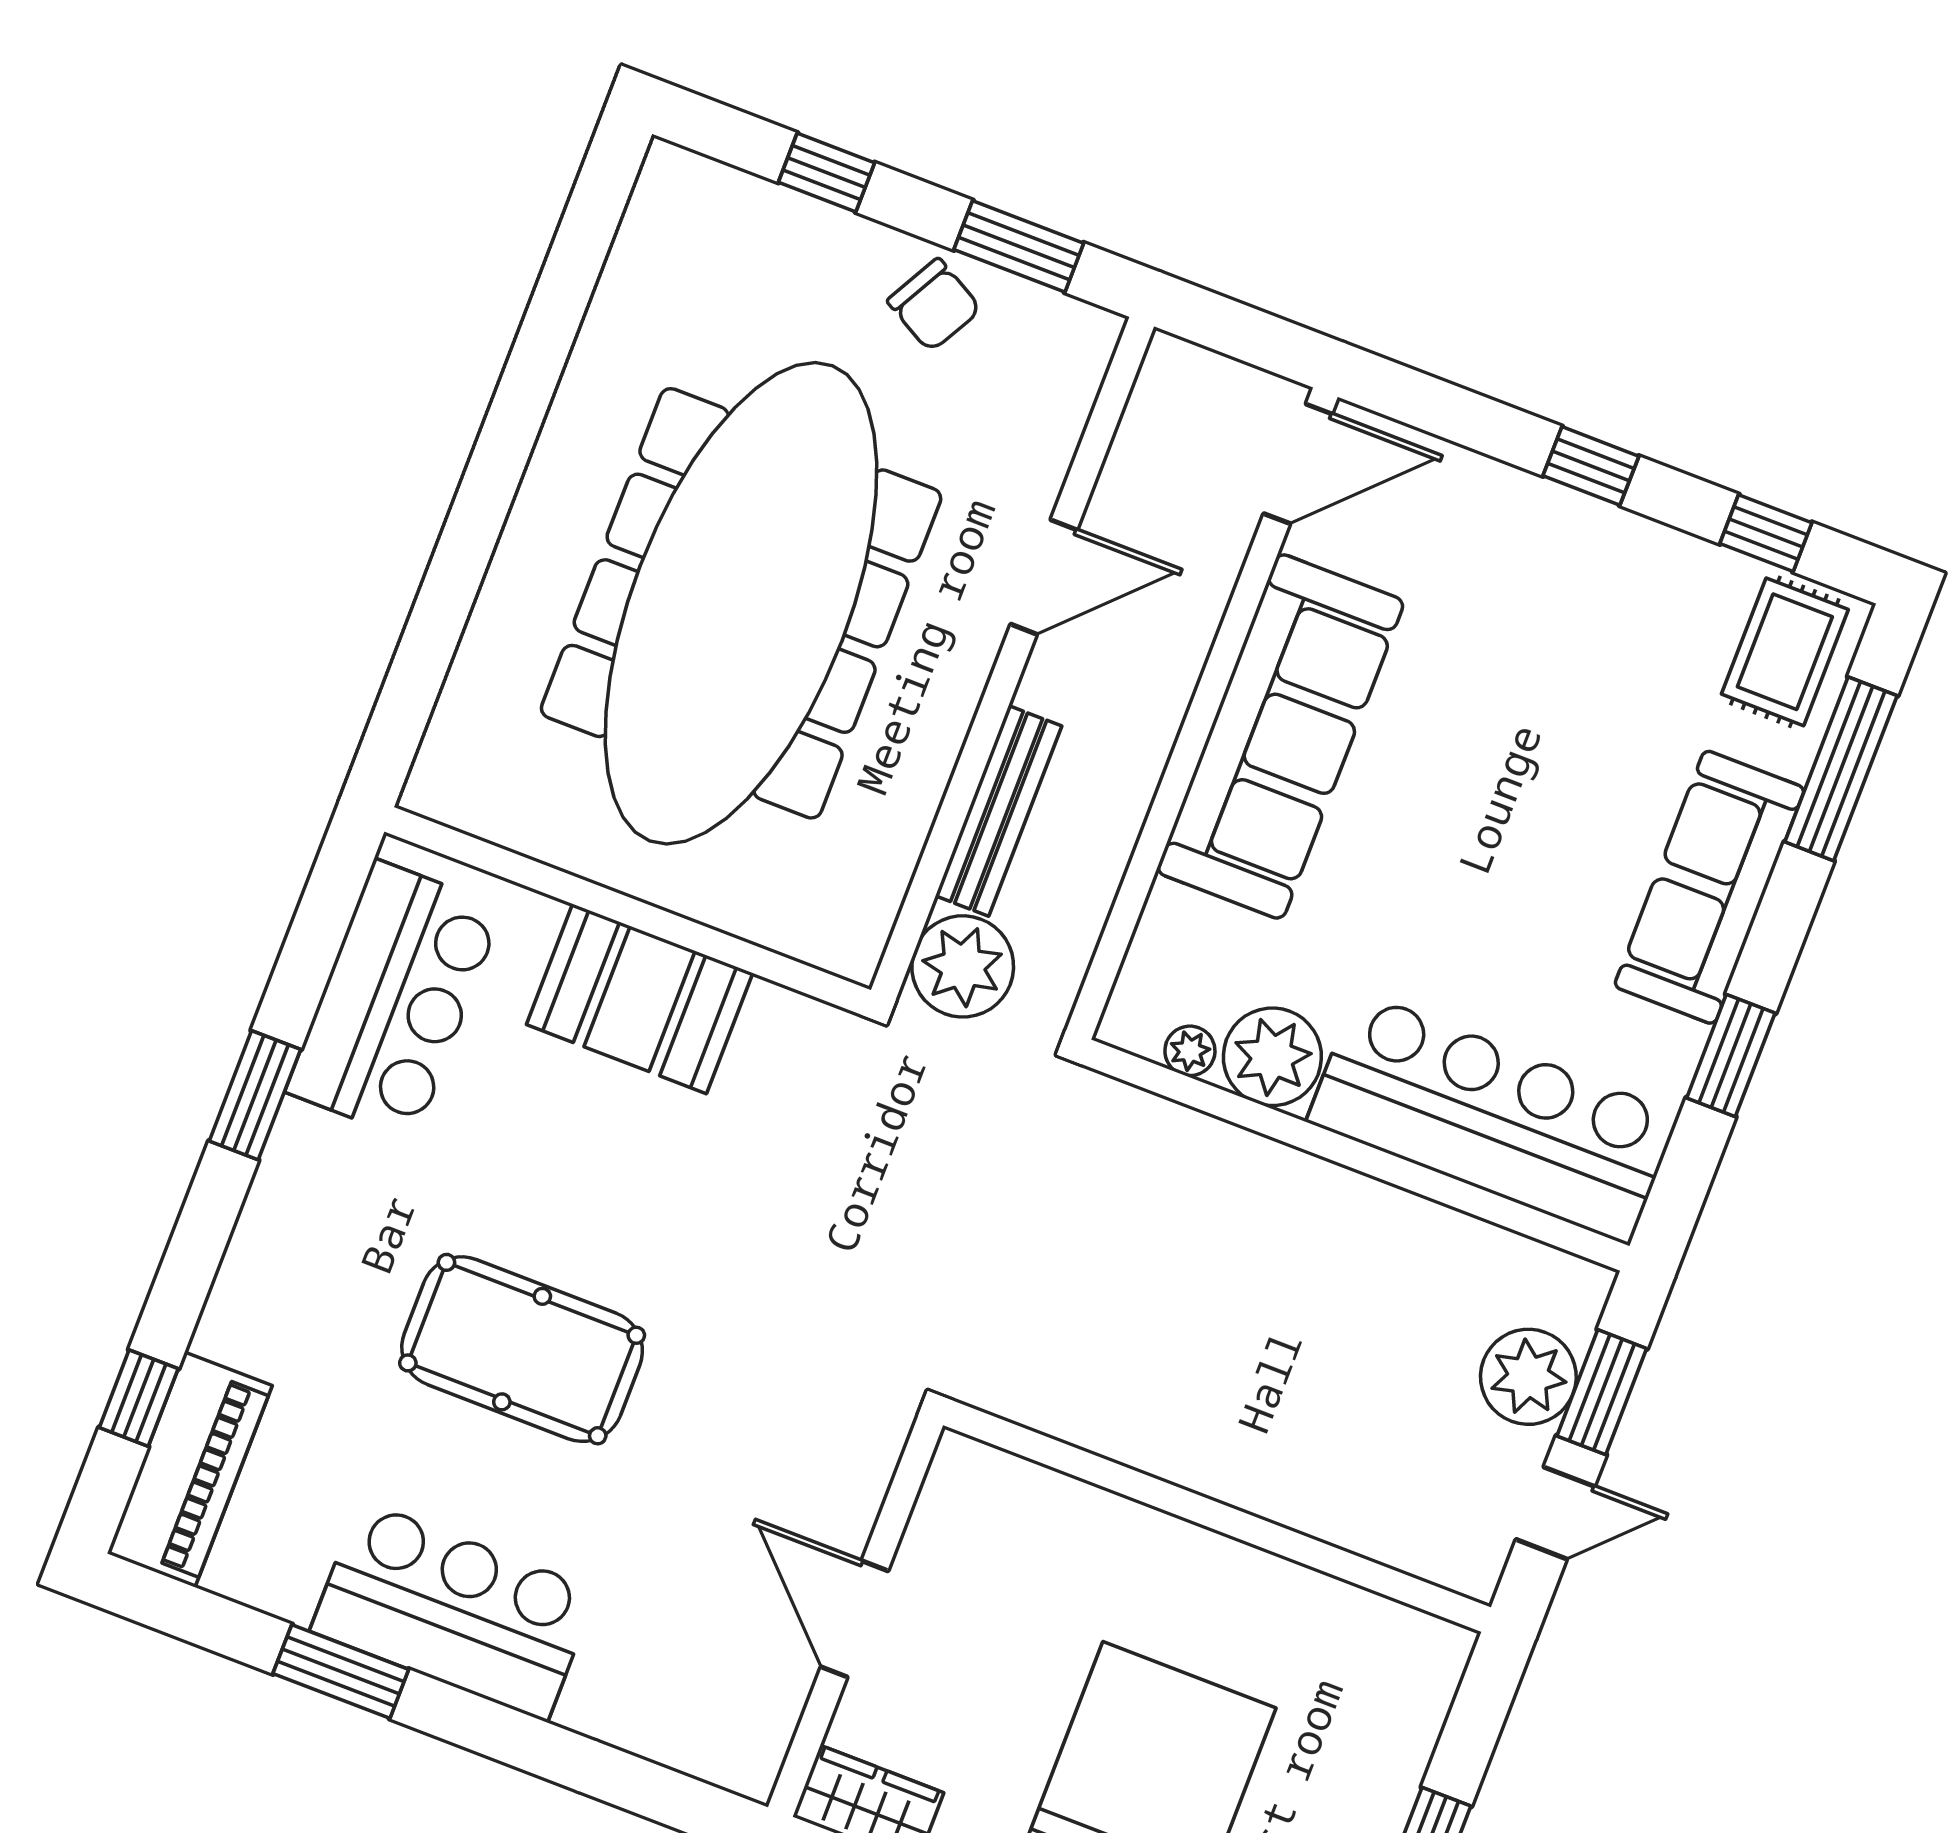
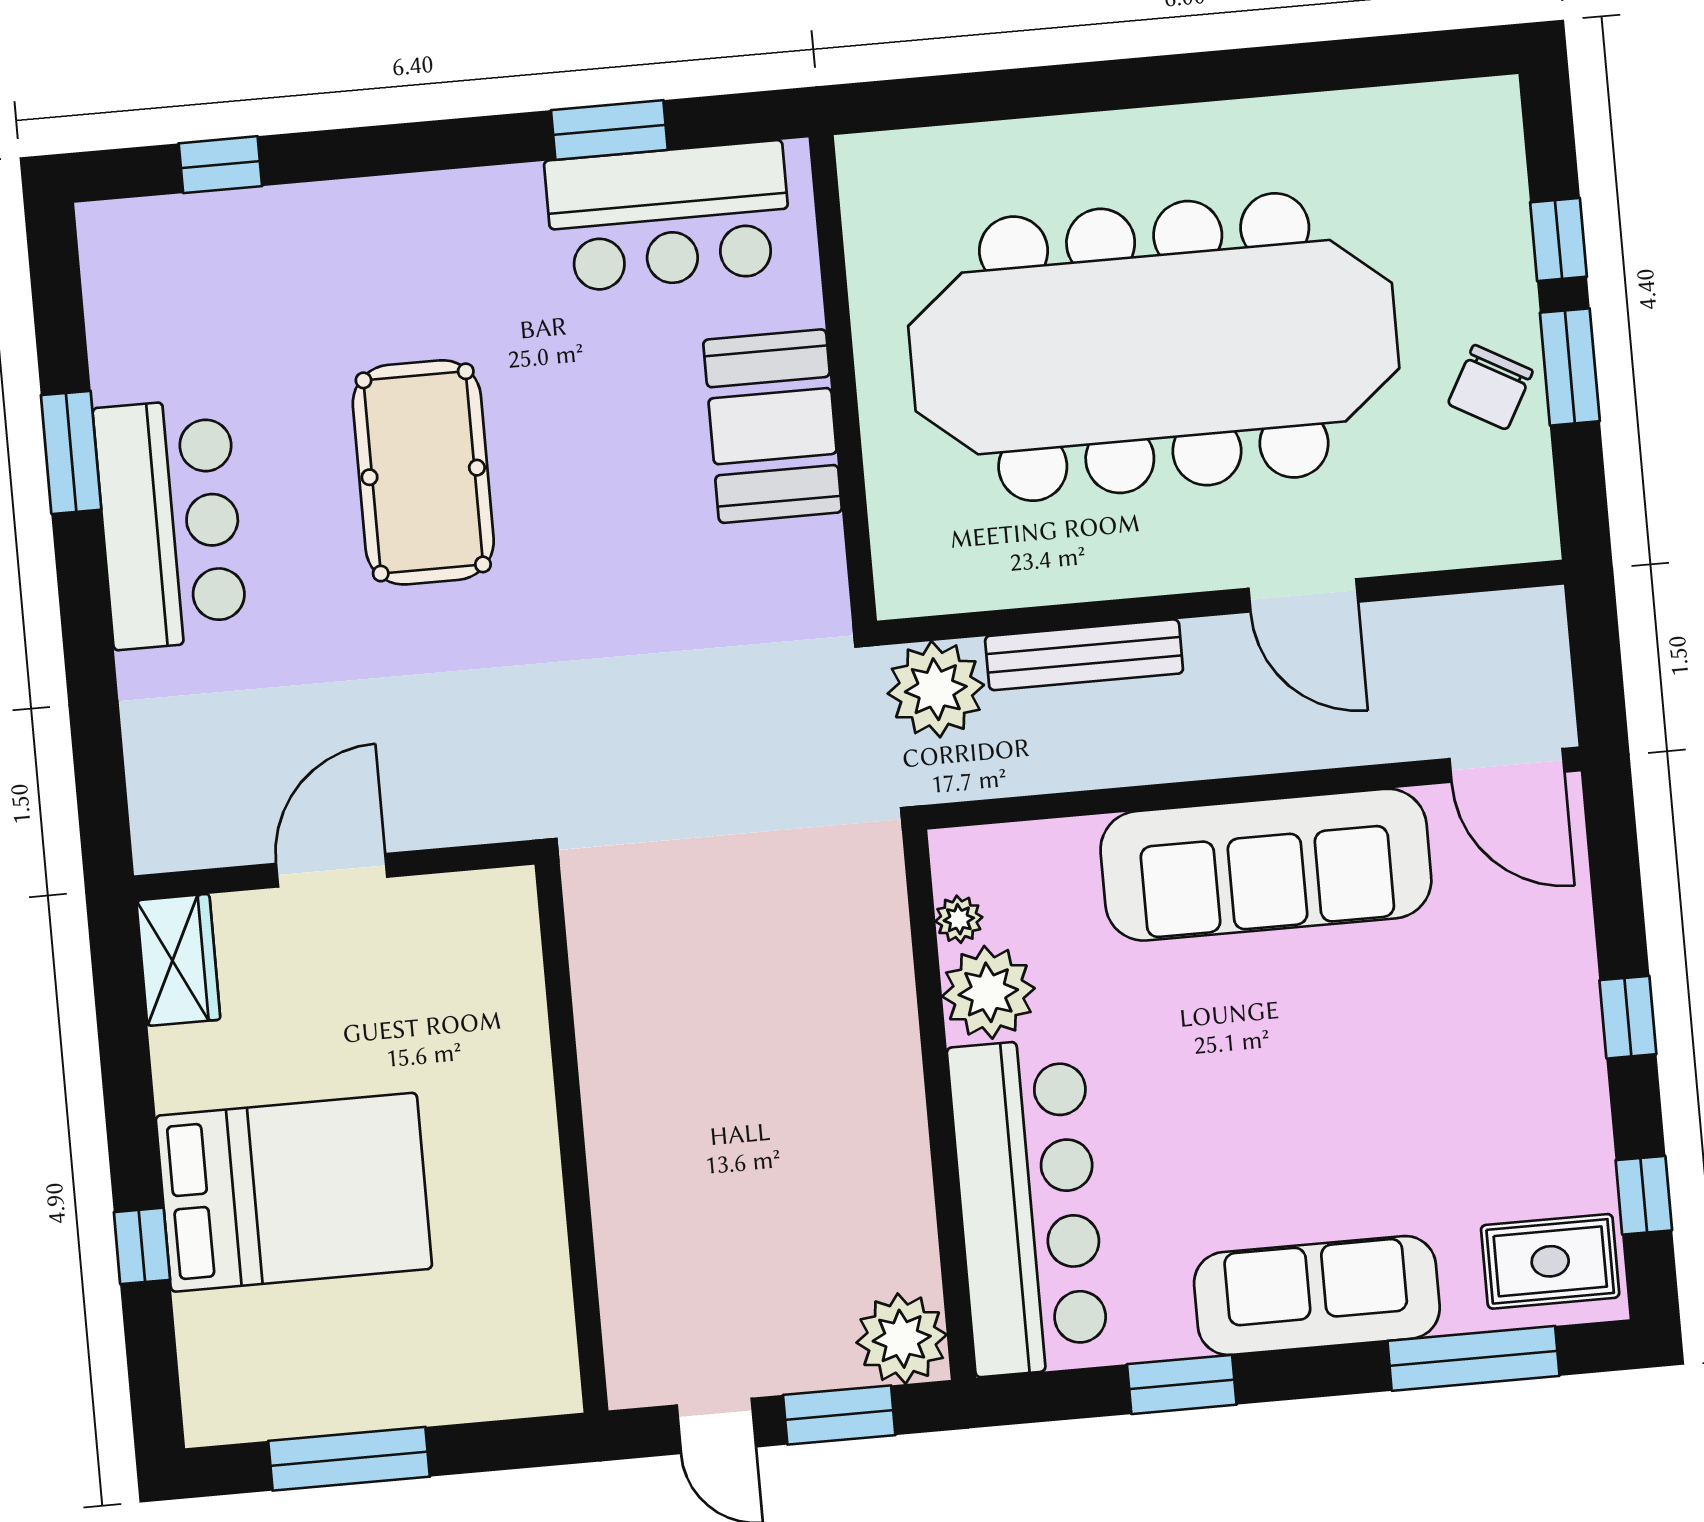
window: (1019, 246) -> (1570, 367), moved
window: (255, 1095) -> (609, 130), moved
plant: (1528, 1377) -> (902, 1339), moved
piano: (190, 1470) -> (181, 238), removed

